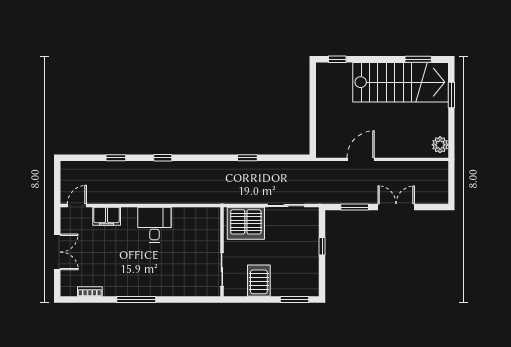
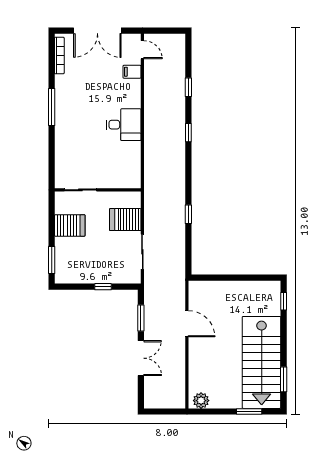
filing cabinet: (107, 216) -> (132, 72), width x0.50
server rack: (246, 223) -> (125, 220), width x0.62
double door: (57, 252) -> (97, 31), width x1.37
bookcase: (90, 291) -> (59, 55), width x1.56

